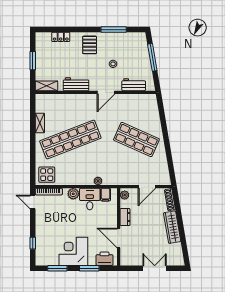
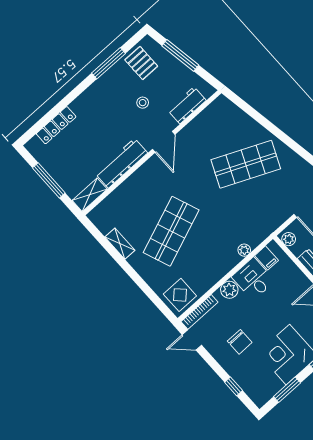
locker: (61, 37) -> (56, 125), width x1.53
pallet: (90, 45) -> (141, 63), moved
window: (33, 61) -> (49, 180), width x1.44
workbench: (76, 84) -> (121, 163), width x1.38
shop shelf: (70, 139) -> (171, 231), width x0.71
chair: (55, 224) -> (240, 342), added

